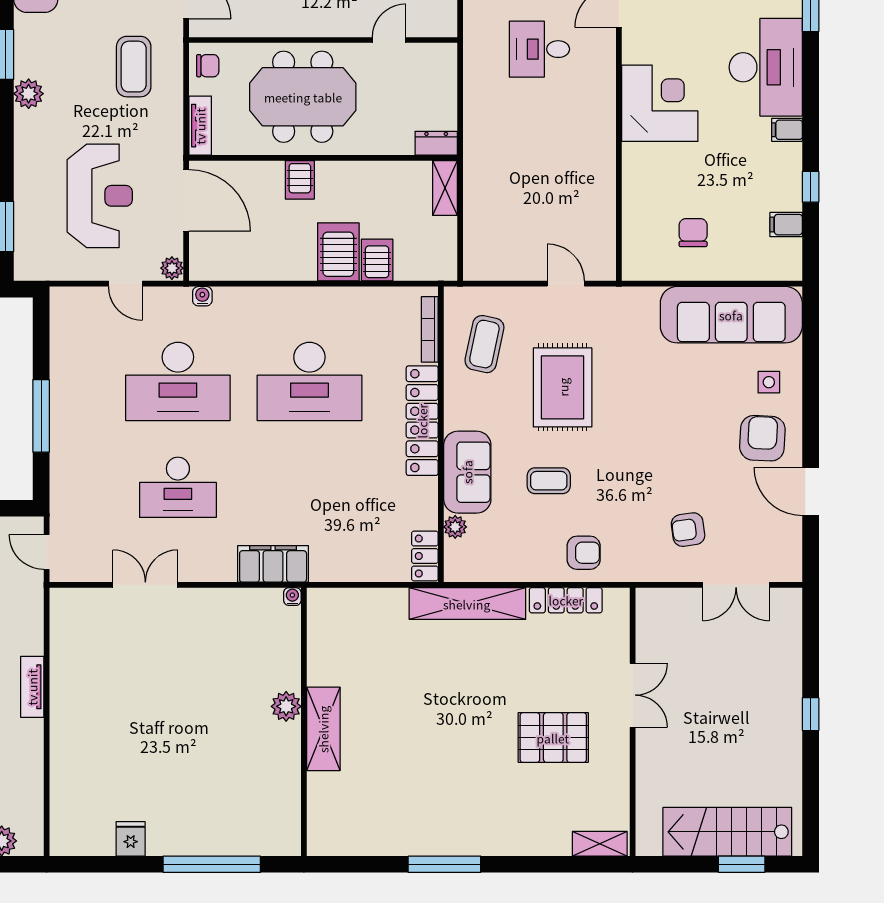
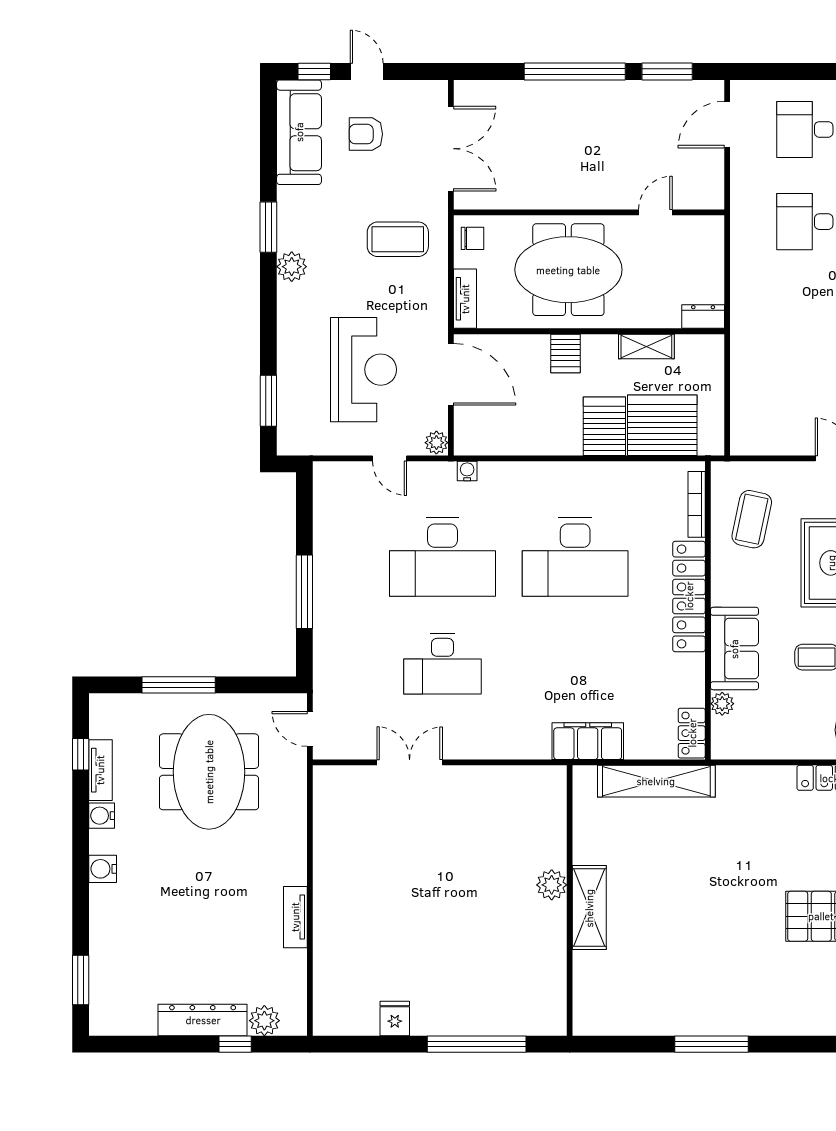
coffee table: (134, 67) -> (398, 239), turned 90
shelving: (445, 188) -> (646, 346), moved, turned 90
server rack: (377, 260) -> (662, 425), width x2.18, depth x1.44
filing cabinet: (273, 564) -> (588, 741), moved
water cooler: (292, 597) -> (558, 774), removed
shelving: (467, 604) -> (656, 781), moved
tv unit: (32, 687) -> (295, 917), moved

